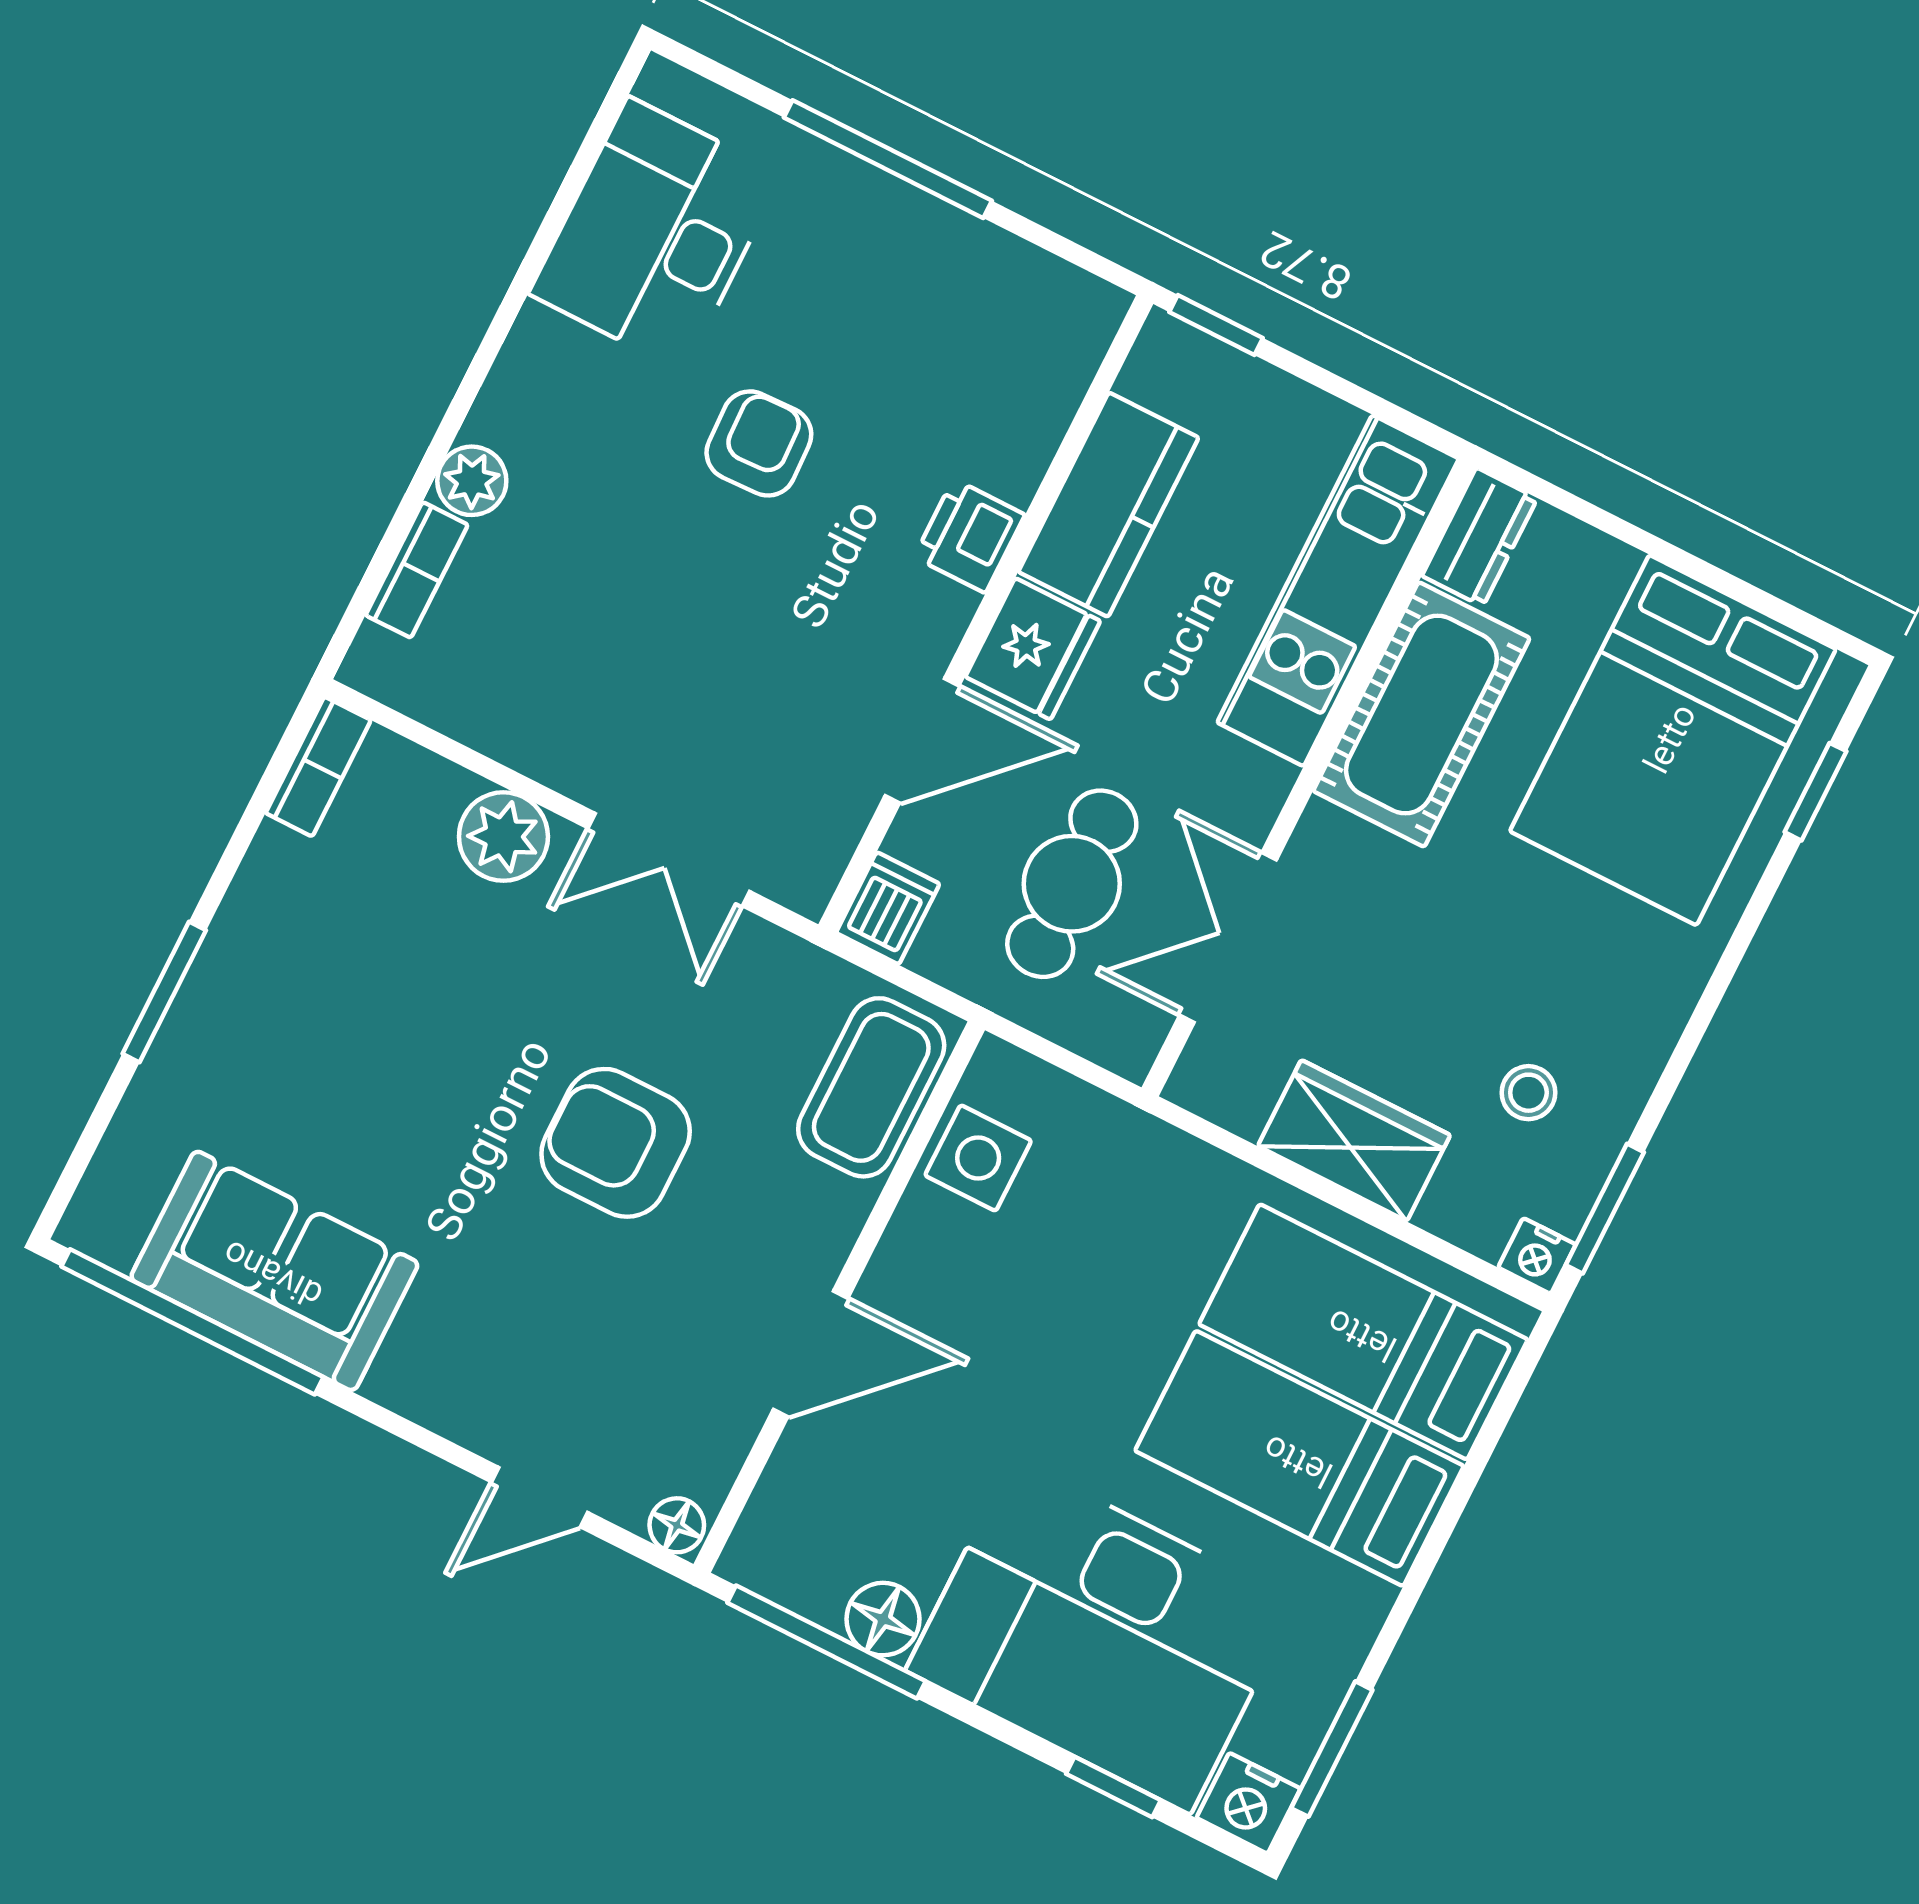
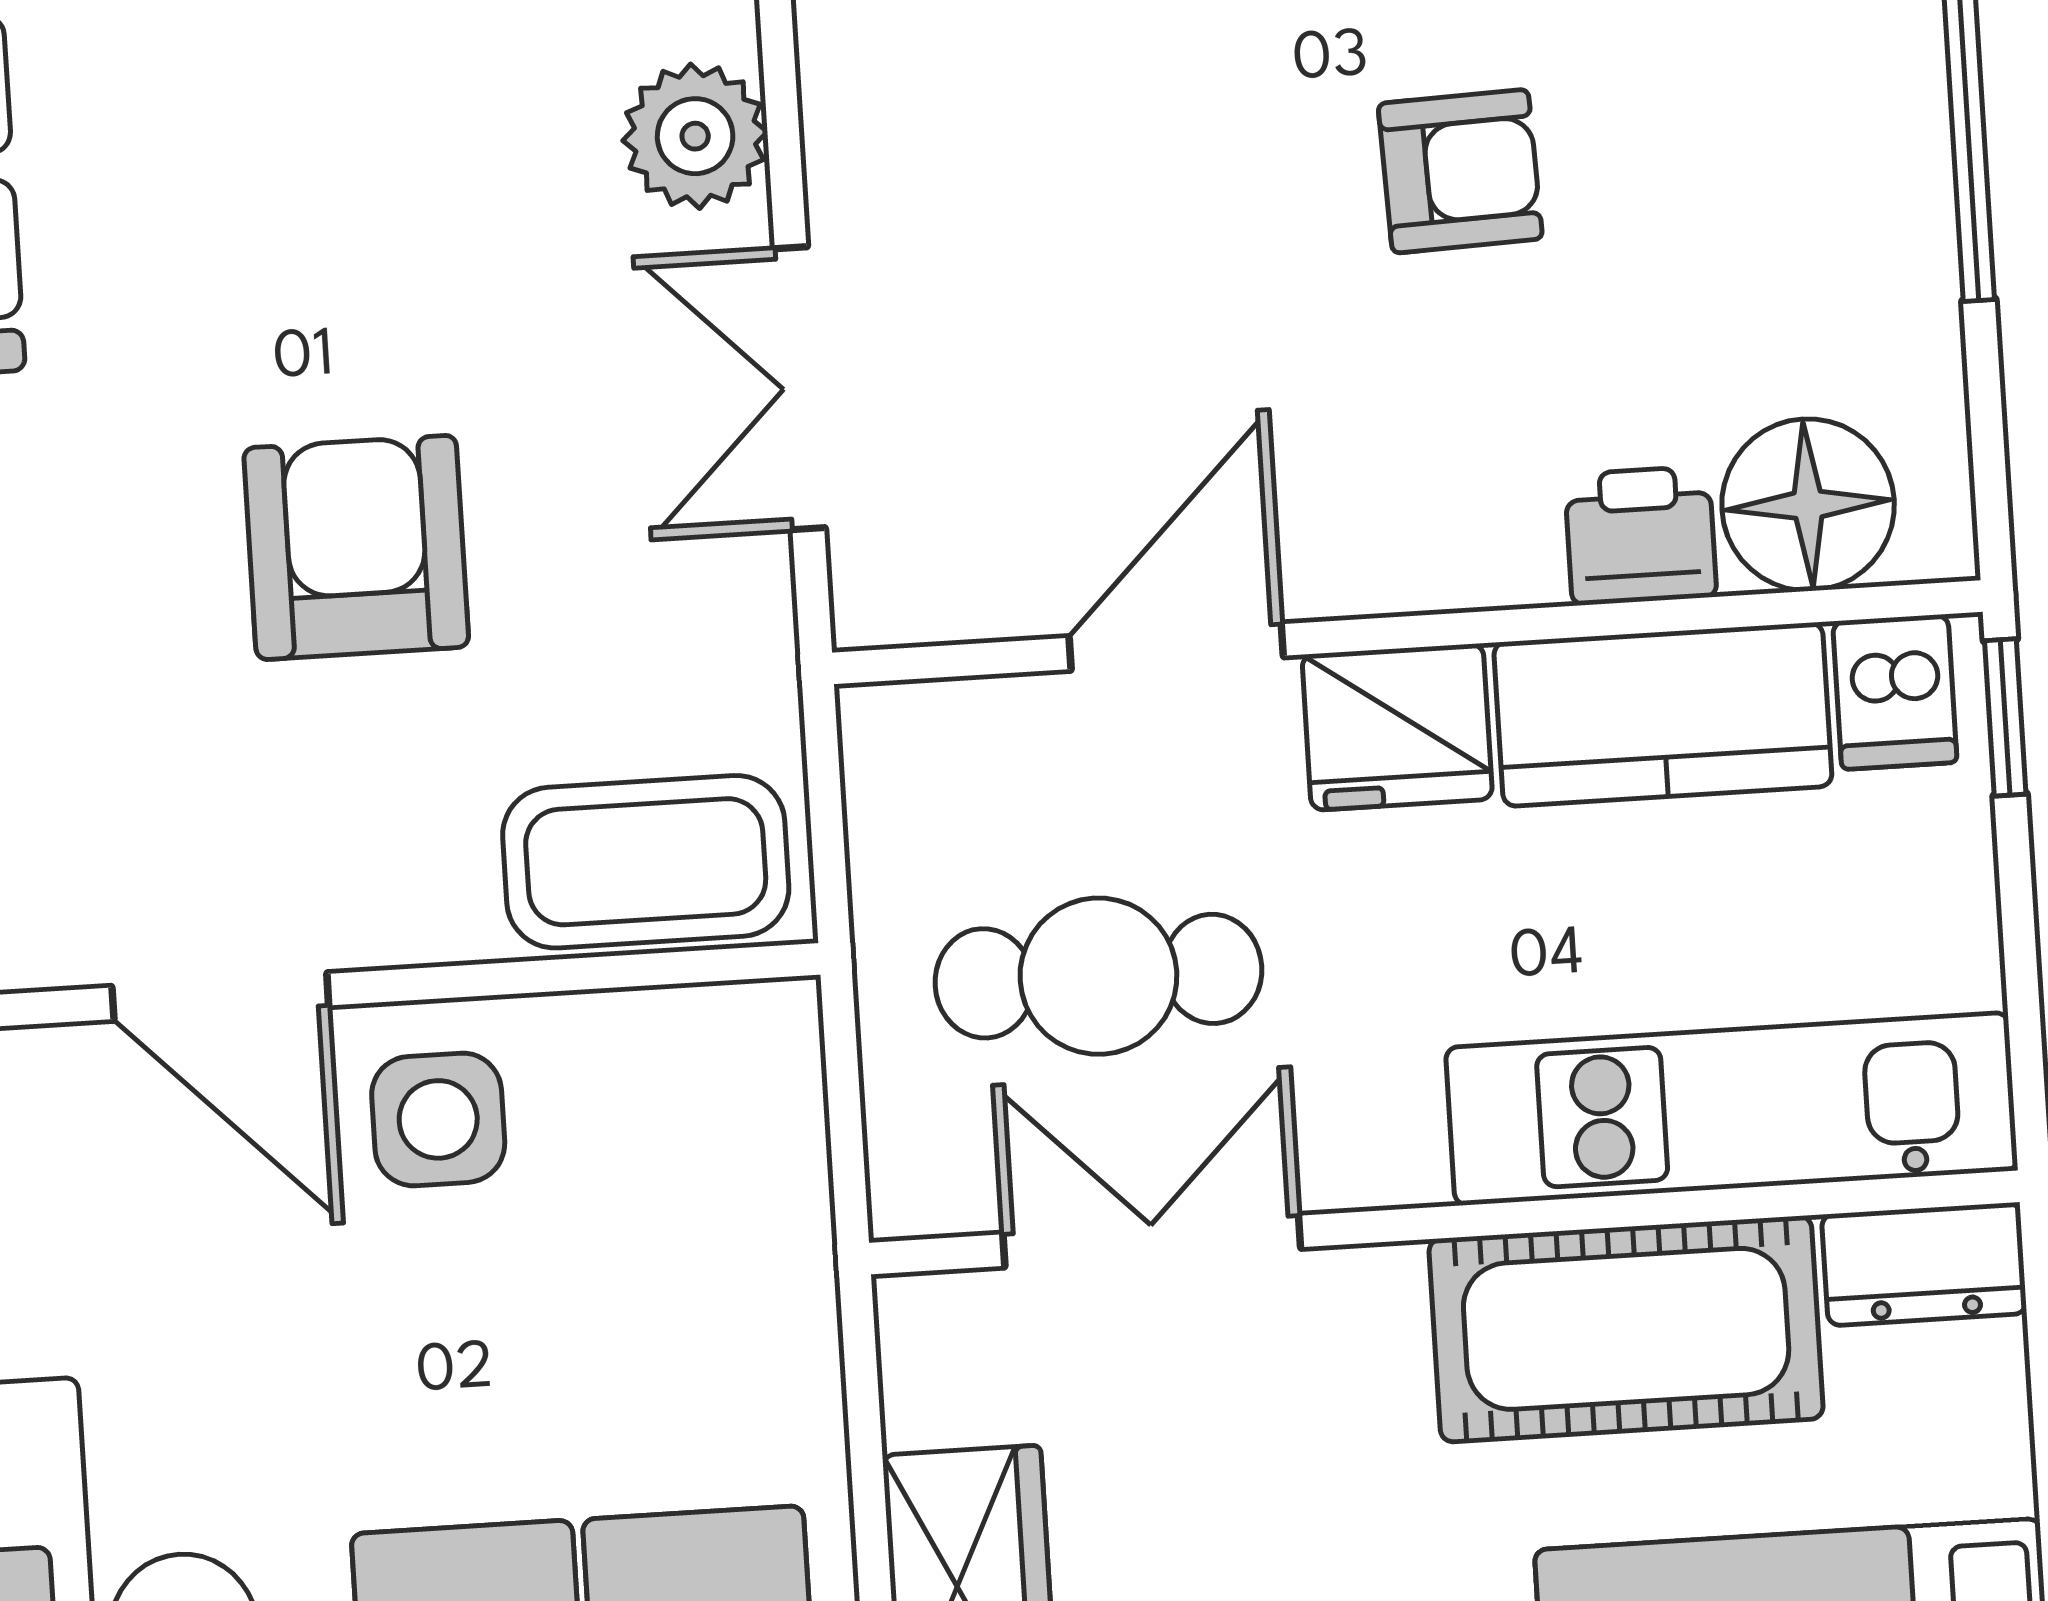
floor lamp: (1043, 363) -> (1808, 505), added
printer: (969, 536) -> (1641, 536), moved
door: (922, 741) -> (1176, 647), swing flipped
dishwasher: (888, 908) -> (1895, 692), moved, turned 90
side table: (978, 1158) -> (438, 1119), moved

